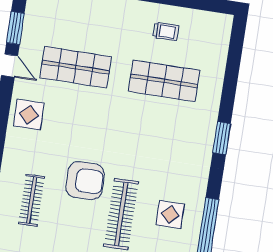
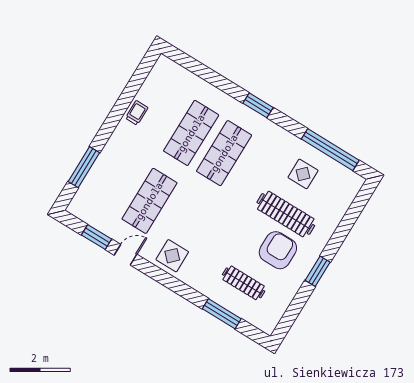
trolley: (166, 31) -> (137, 113), moved
shop shelf: (157, 124) -> (224, 153), added
armchair: (85, 181) -> (278, 250), moved

